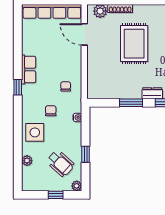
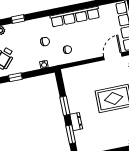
row of seats: (29, 69) -> (75, 17), width x2.02
window: (18, 87) -> (18, 19), moved
side table: (35, 132) -> (25, 32), removed

